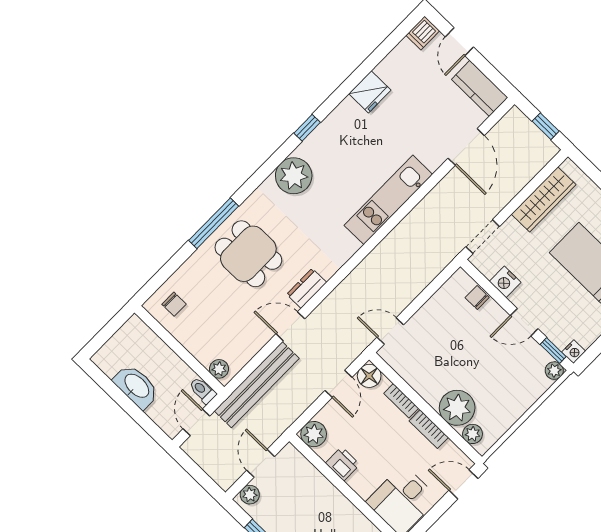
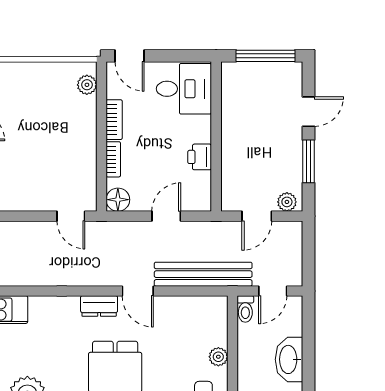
plant: (219, 369) -> (218, 357), moved
door: (339, 384) -> (166, 216), moved
plant: (457, 408) -> (79, 114), removed
plant: (314, 434) -> (199, 199), removed

